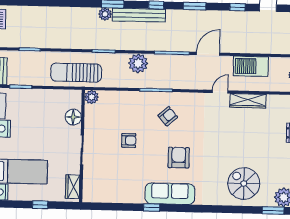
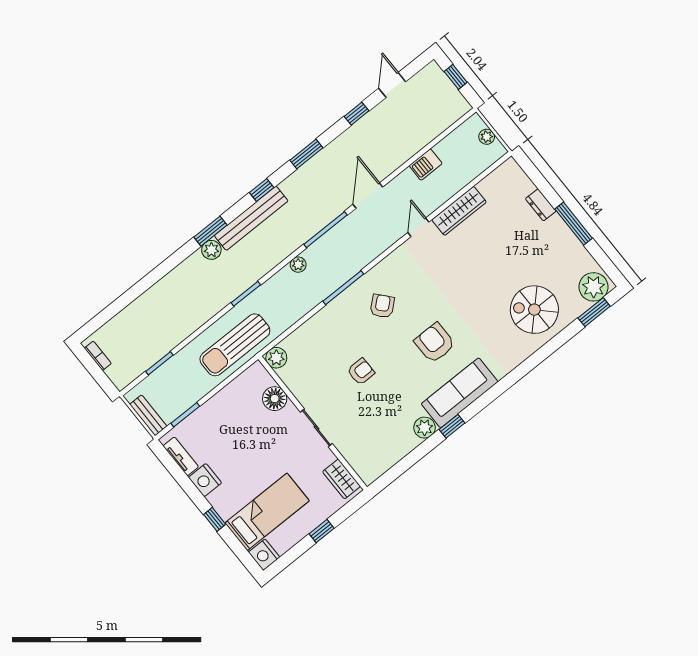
plant: (138, 63) -> (298, 265), width x0.53, depth x0.53
barbecue: (251, 66) -> (426, 165), width x0.53, depth x0.65
plant: (137, 196) -> (425, 428), added

